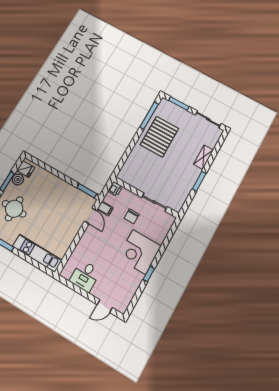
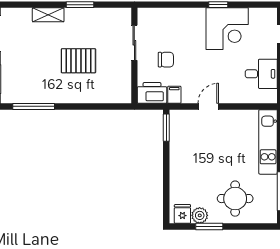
pallet: (159, 137) -> (78, 61), moved, width x0.73, depth x0.71
printer: (115, 189) -> (152, 93), width x1.87, depth x1.48
door: (91, 216) -> (208, 106), moved
corner desk: (139, 252) -> (227, 29), moved

